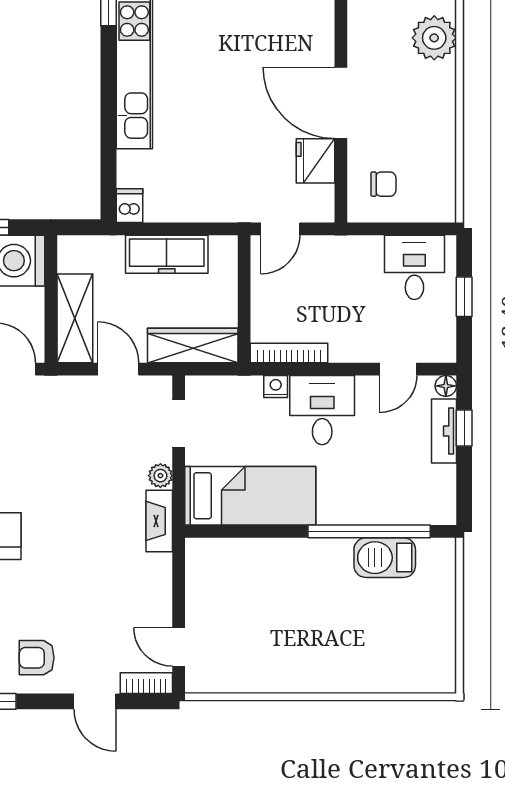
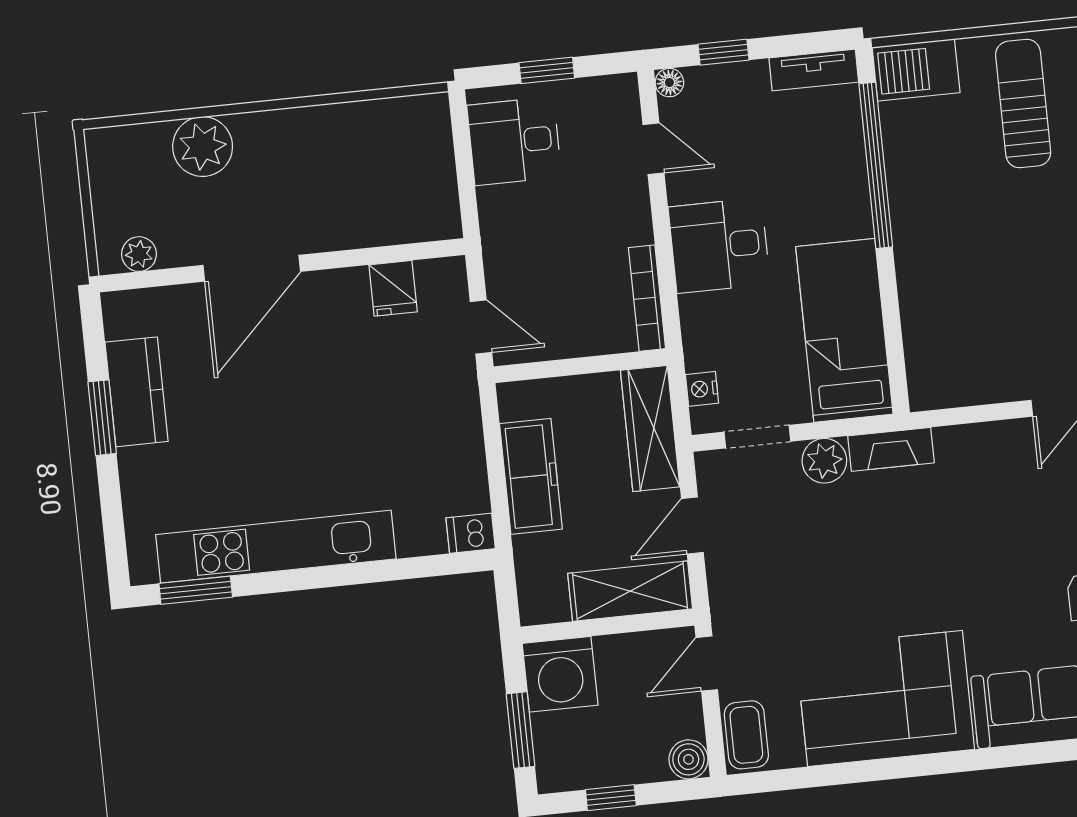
door: (341, 103) -> (252, 268), moved
fridge: (316, 161) -> (393, 288), width x0.72
chair: (383, 184) -> (406, 194), removed
nightstand: (276, 387) -> (702, 389), moved
tv unit: (444, 431) -> (814, 70), moved
plant: (160, 476) -> (824, 461), width x1.38, depth x1.38
barbecue: (385, 558) -> (916, 70), moved, turned 90
sun lounger: (403, 644) -> (1023, 104), added

